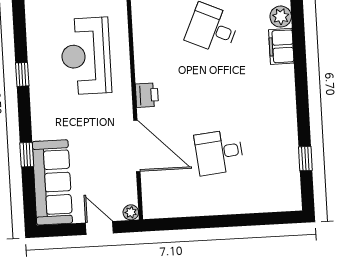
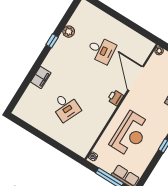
plant: (281, 17) -> (69, 32), moved
window: (305, 159) -> (52, 41), moved

